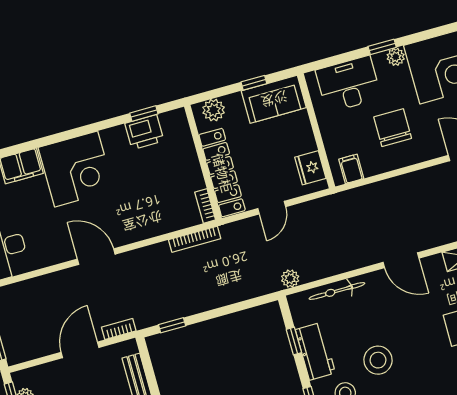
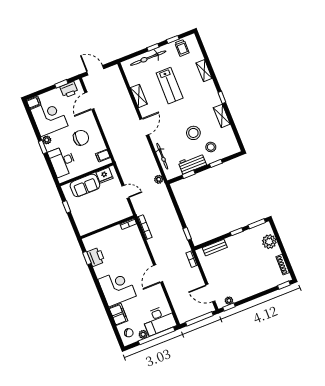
sofa: (274, 99) -> (85, 185), moved, turned 90
plant: (214, 110) -> (82, 225), removed
chair: (393, 128) -> (81, 138), turned 180
locker: (222, 173) -> (111, 217), removed
door: (80, 350) -> (210, 293), moved

